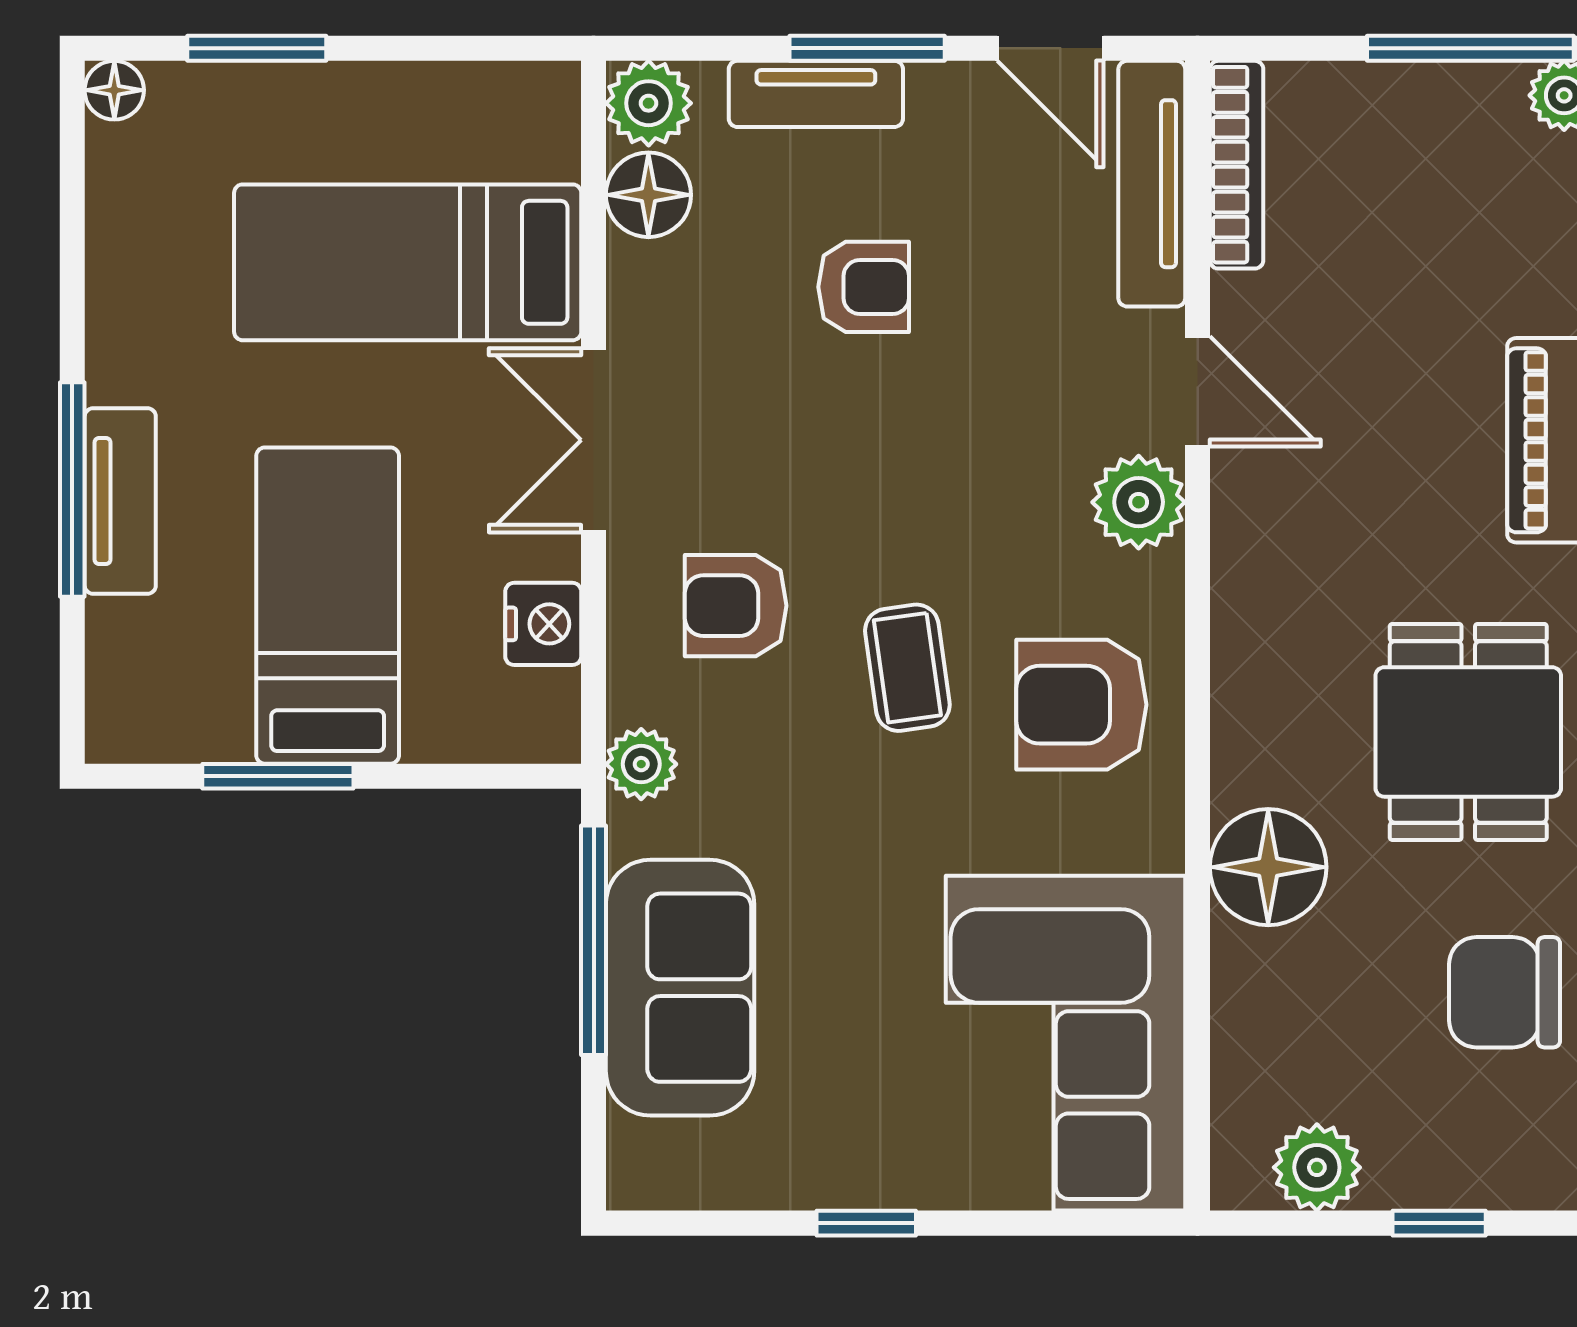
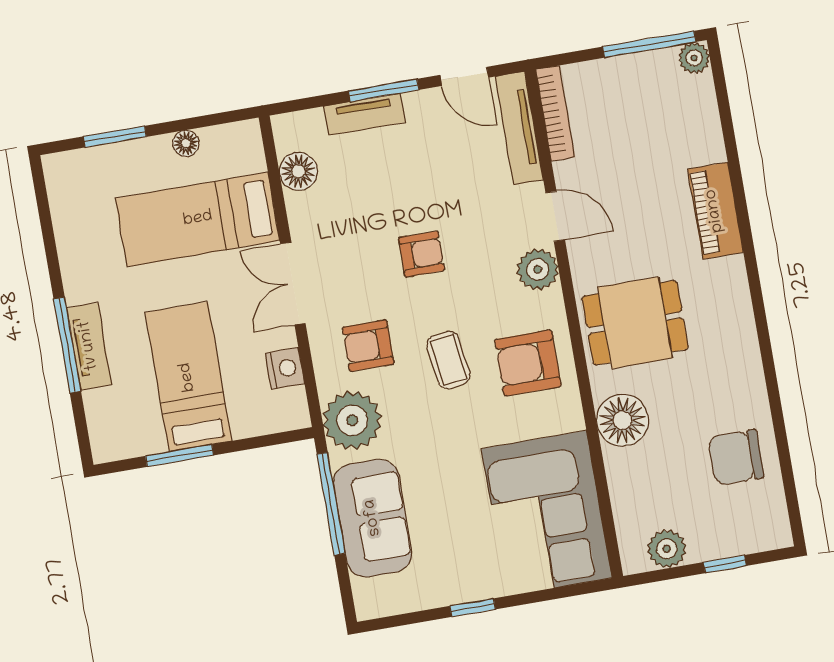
floor lamp: (114, 90) -> (186, 143), moved
plant: (649, 103) -> (292, 131), removed
armchair: (864, 287) -> (421, 254), moved
dining table: (1468, 732) -> (635, 323), moved, turned 90
plant: (641, 764) -> (352, 420), width x1.87, depth x1.87

